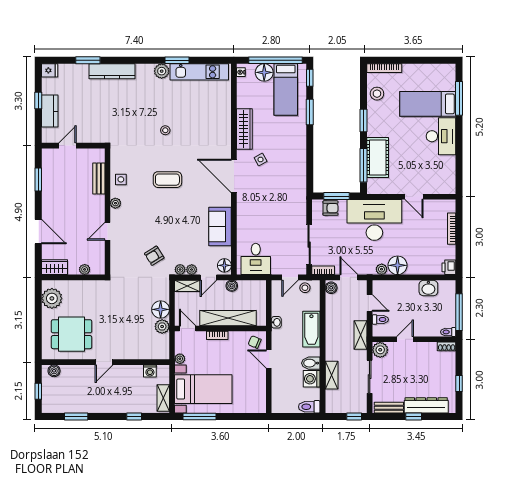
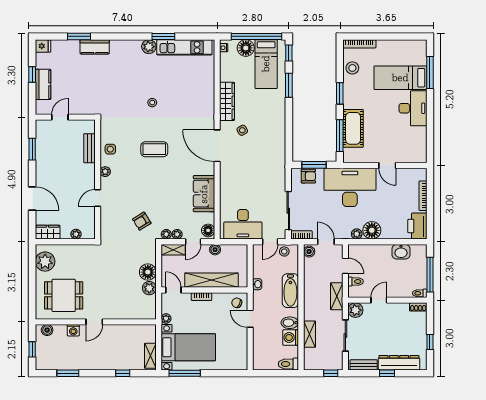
kitchen counter: (112, 71) -> (95, 47), width x0.67
desk: (256, 259) -> (243, 224), width x1.37
printer: (449, 267) -> (417, 226), width x1.87, depth x1.48
washing machine: (150, 371) -> (73, 330), moved

